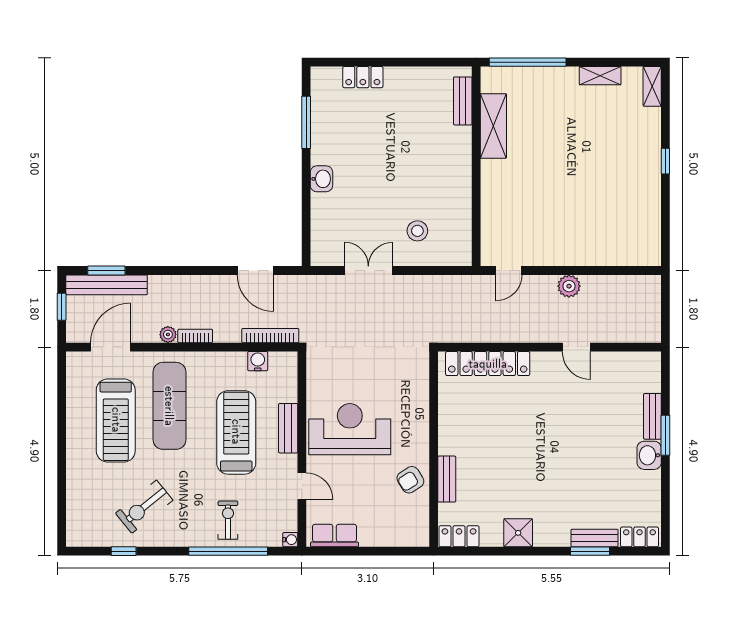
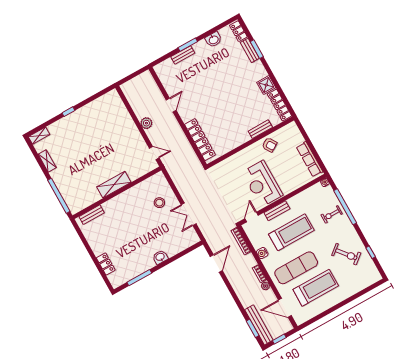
shelving: (493, 126) -> (114, 185), moved
water cooler: (258, 361) -> (262, 253), moved
treadmill: (236, 432) -> (291, 232), turned 180
washbasin: (649, 455) -> (213, 40), moved
door: (302, 486) -> (252, 217), moved
row of seats: (335, 536) -> (310, 159), width x1.48
locker: (459, 536) -> (280, 105), width x1.53

